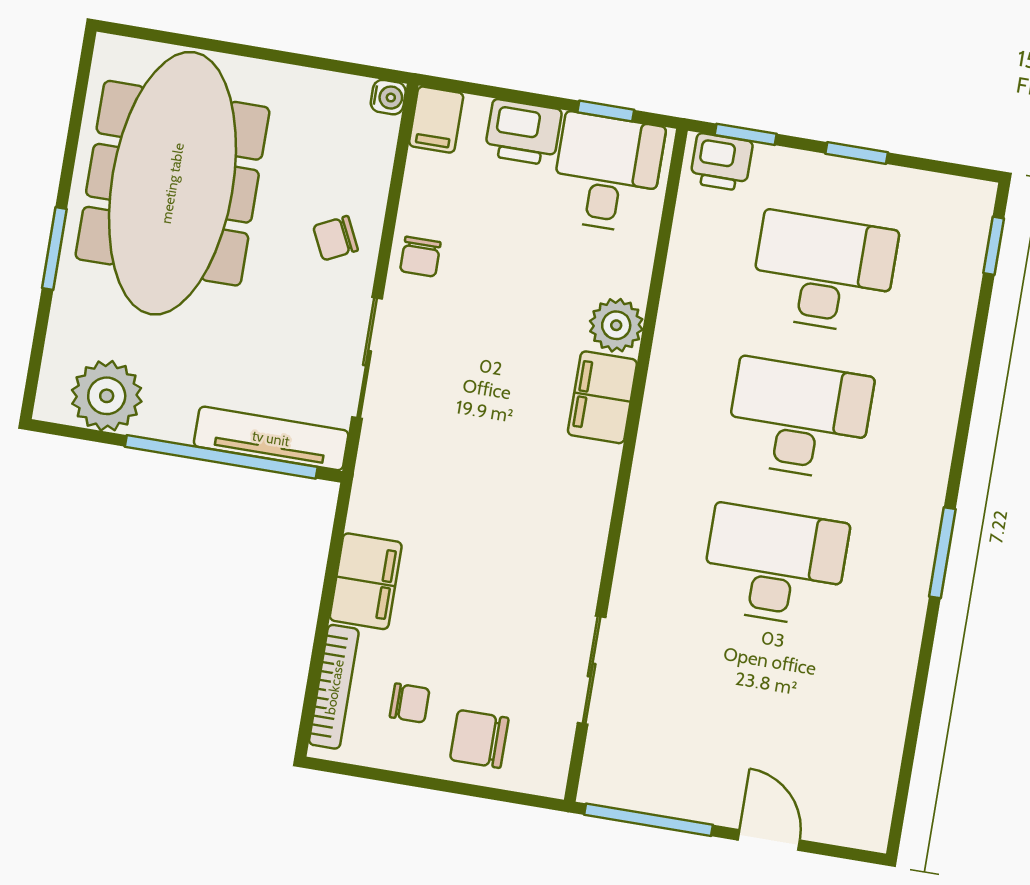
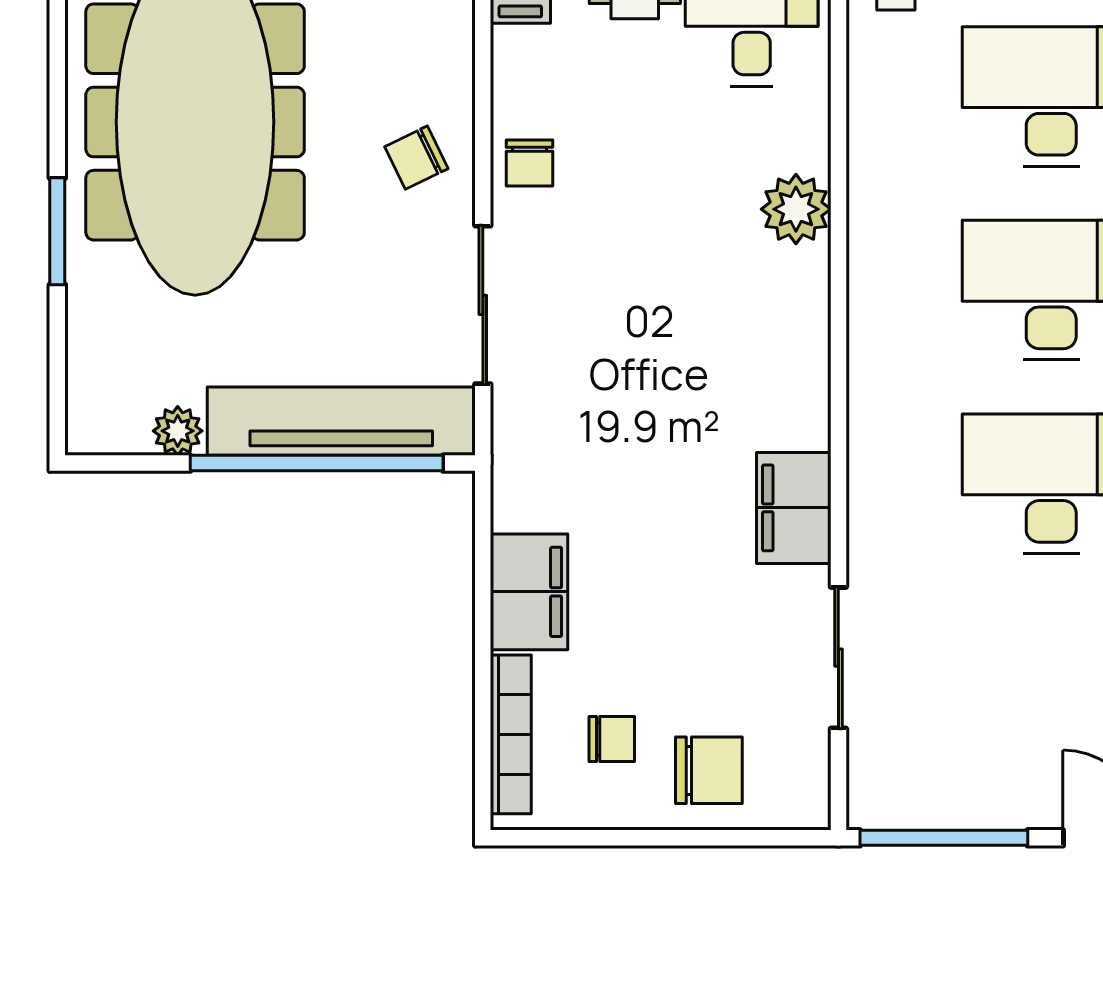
plant: (107, 396) -> (178, 431), width x0.53, depth x0.53
filing cabinet: (602, 397) -> (794, 508), moved
tv unit: (271, 438) -> (341, 421), width x1.36, depth x1.29
chair: (479, 739) -> (709, 770), turned 180

